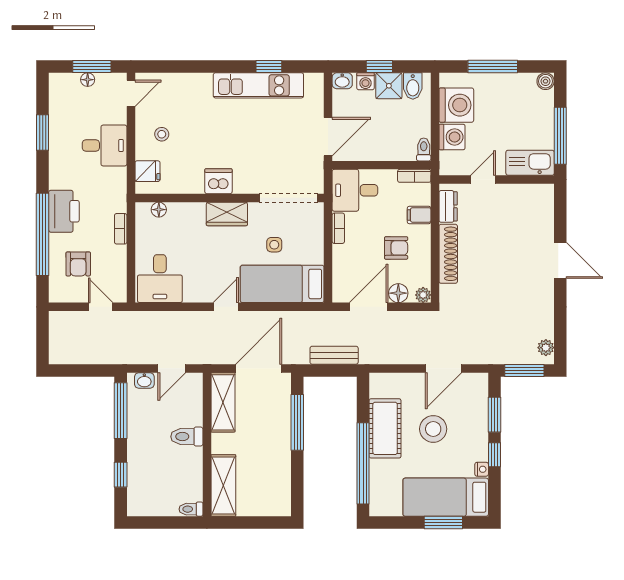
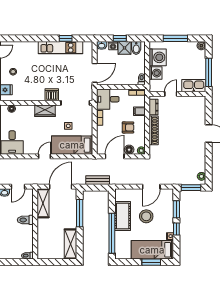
dishwasher: (218, 181) -> (52, 95), moved
shelving: (223, 485) -> (70, 244), moved

